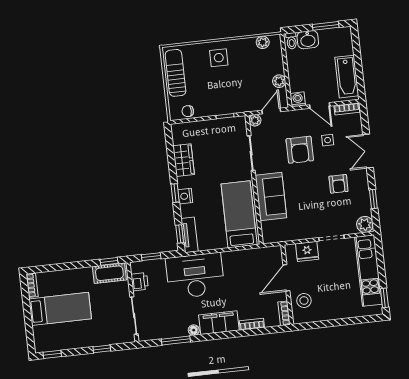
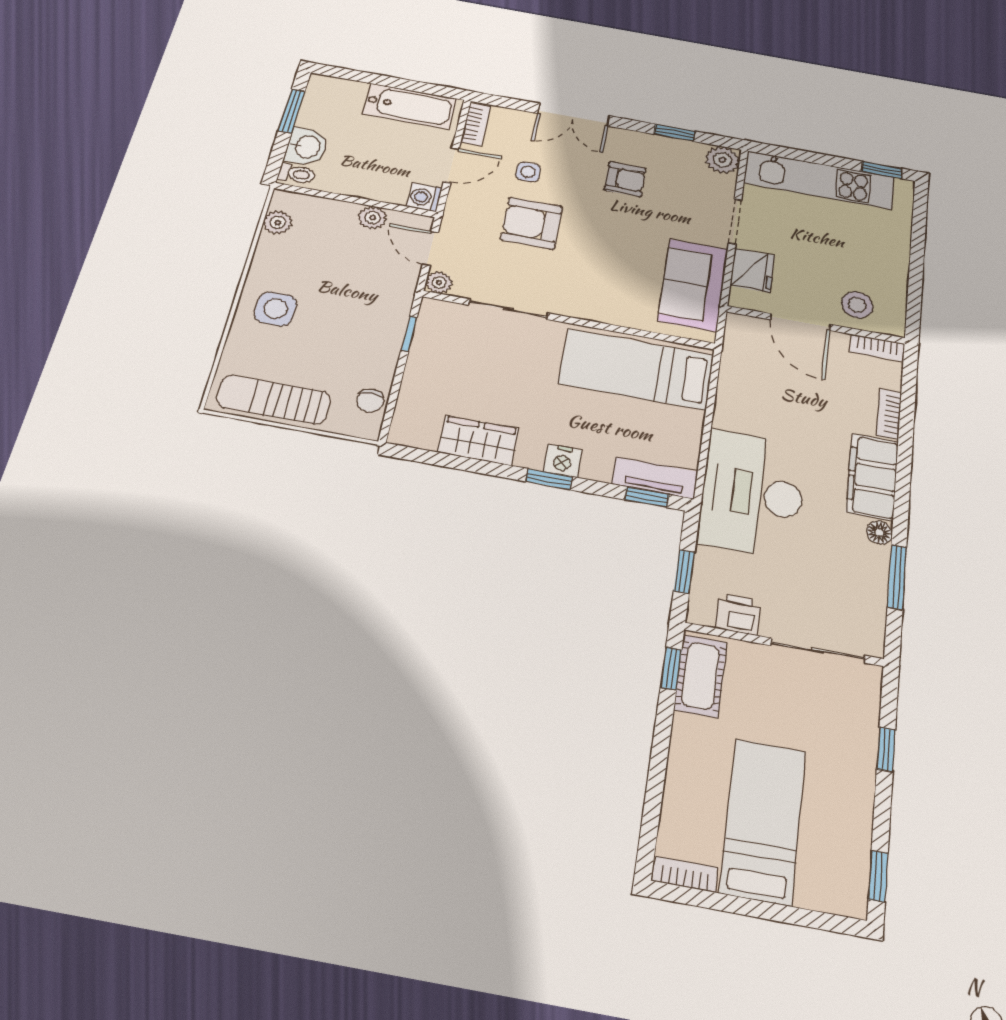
armchair: (300, 150) -> (532, 223), turned 180
sofa: (271, 196) -> (693, 285), moved, turned -90

